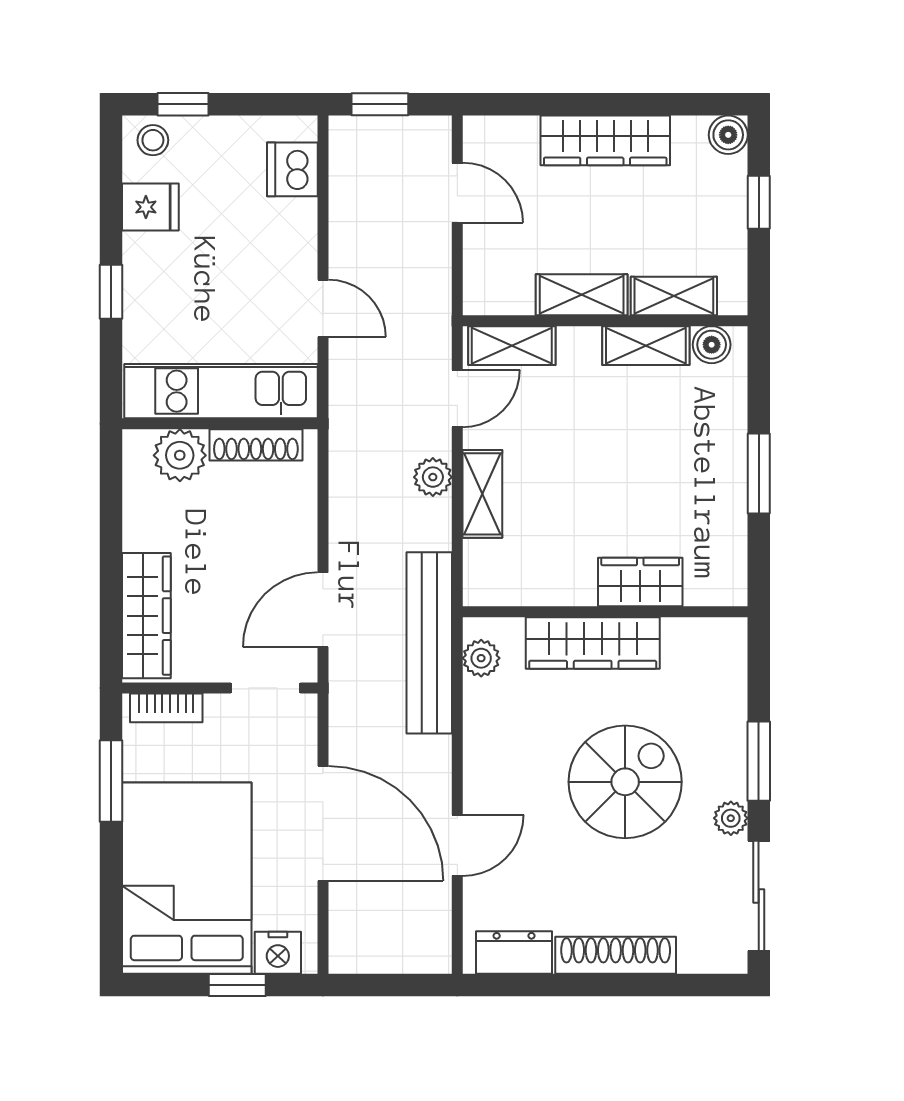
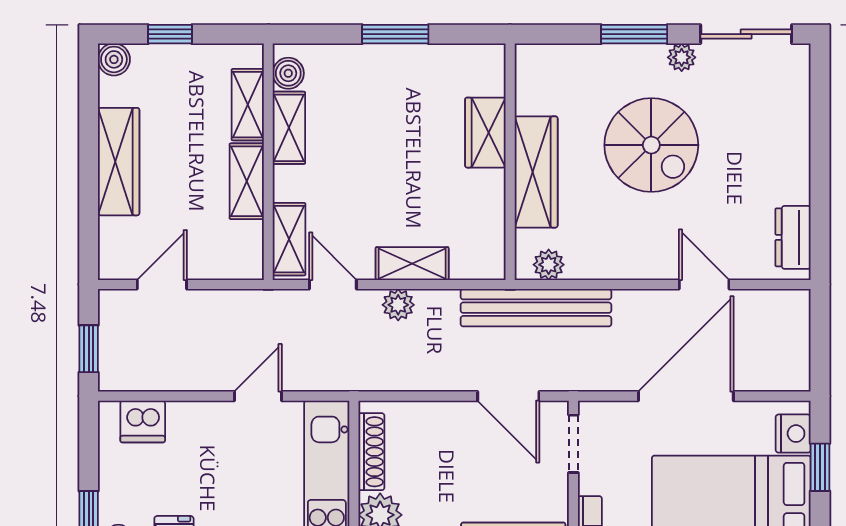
spiral stairs: (625, 782) -> (651, 145), turned 180
shoe rack: (616, 955) -> (795, 153), removed

